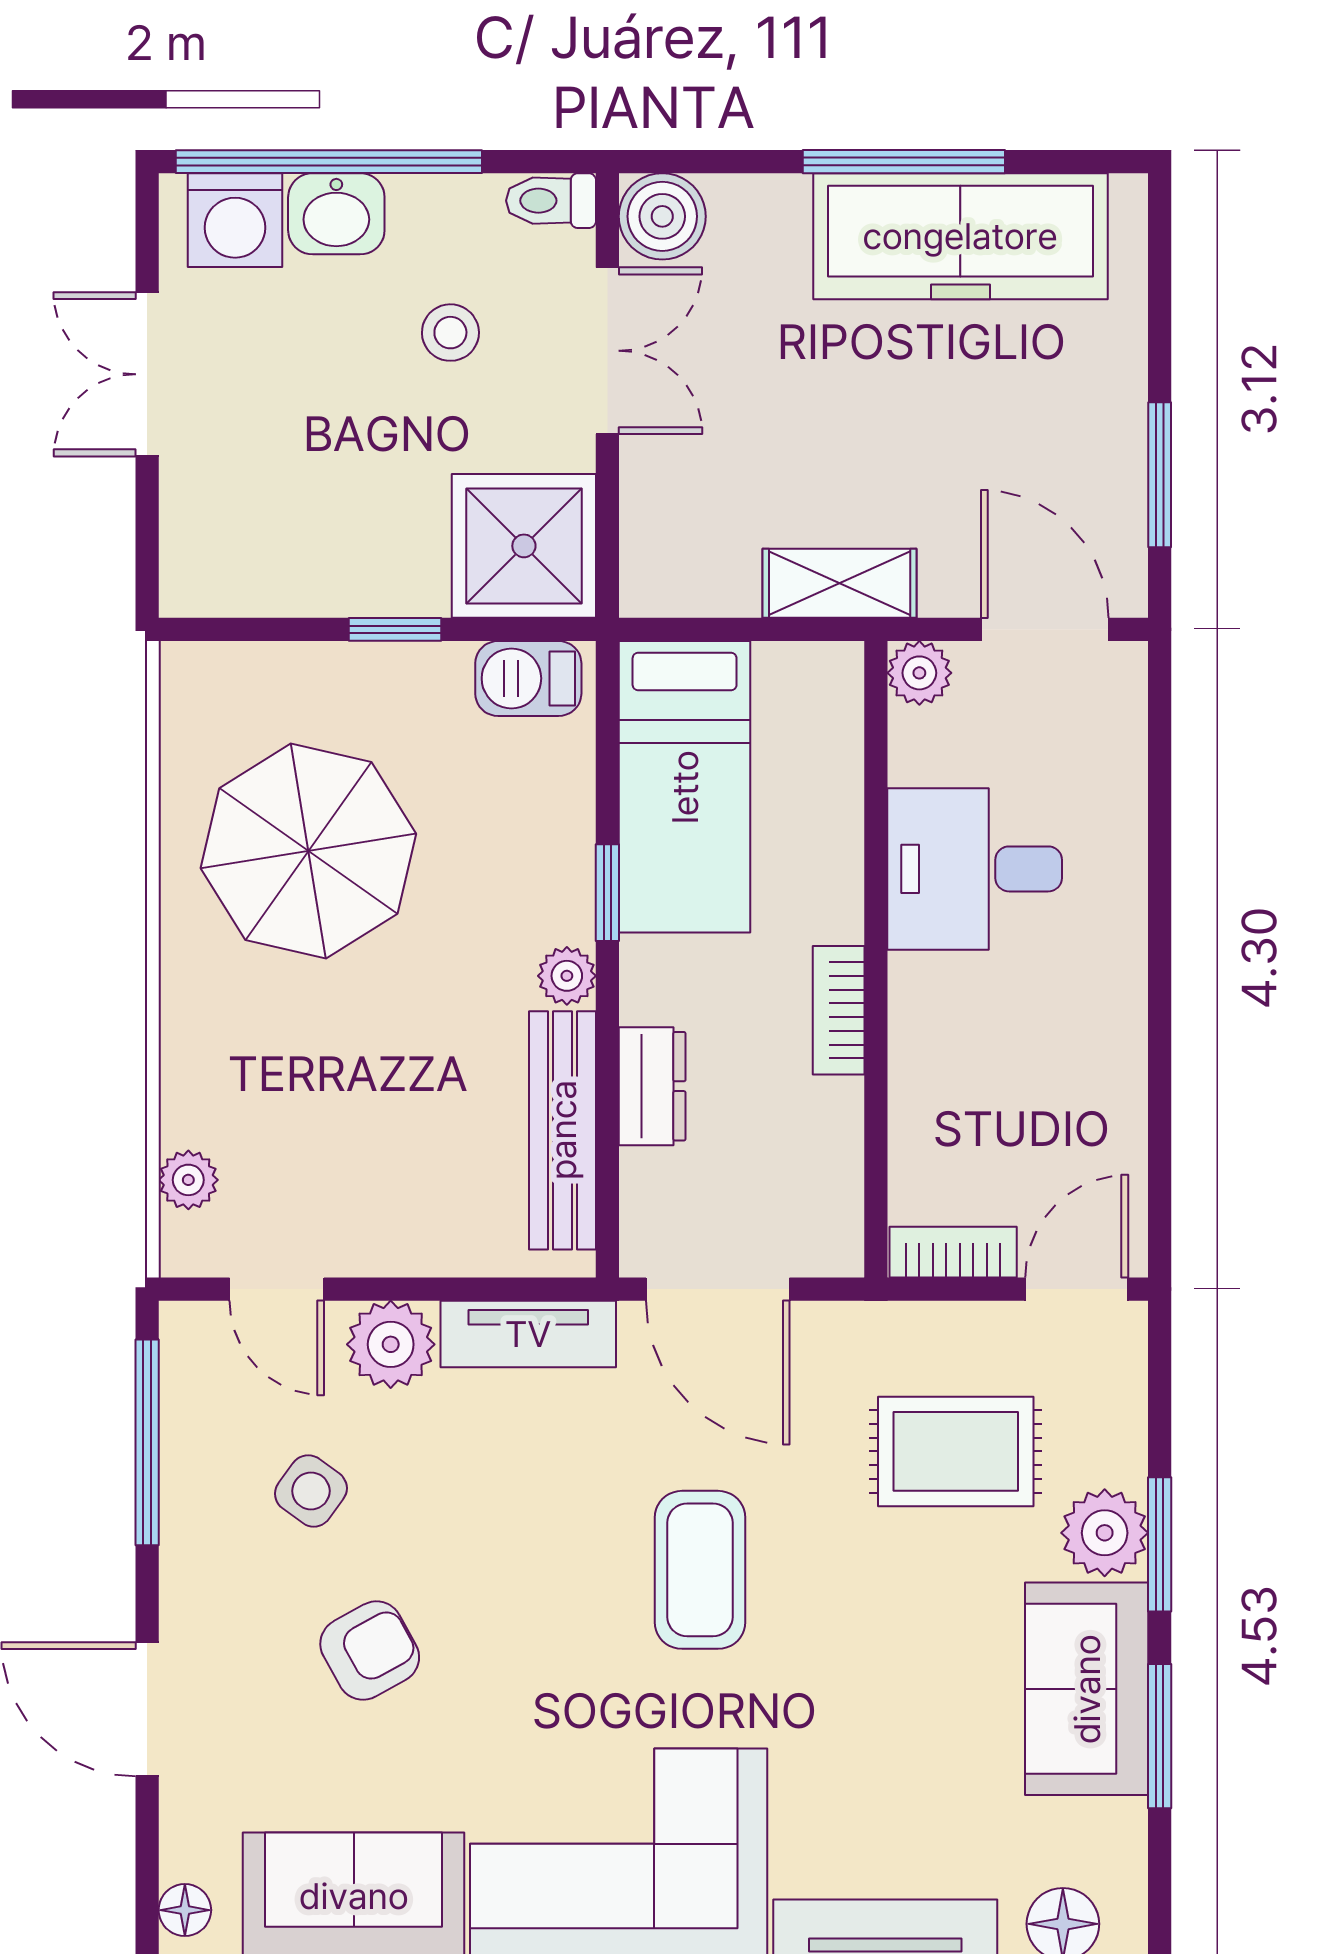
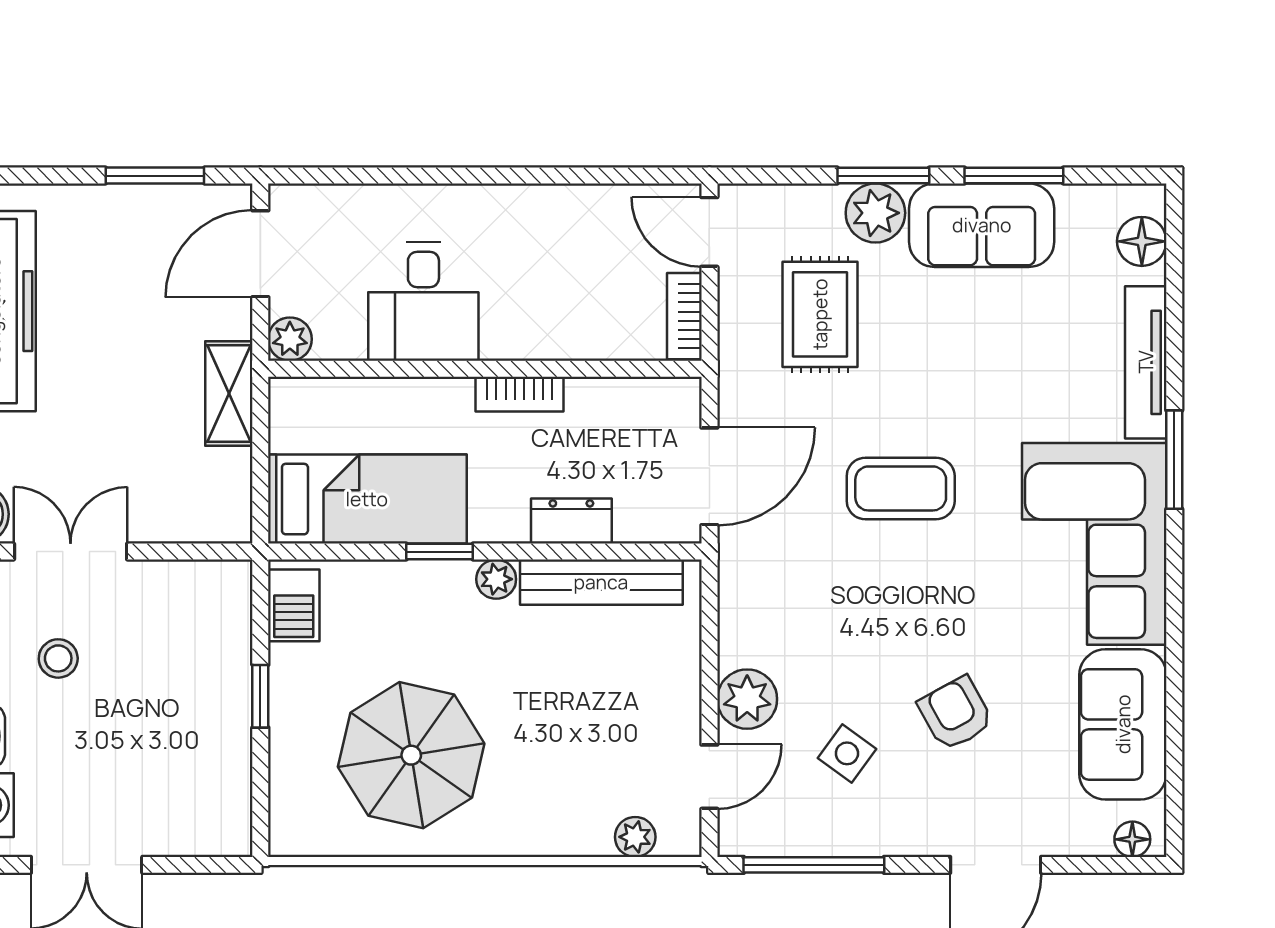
shower: (524, 546) -> (203, 608), removed
tv unit: (528, 1334) -> (740, 605), removed

